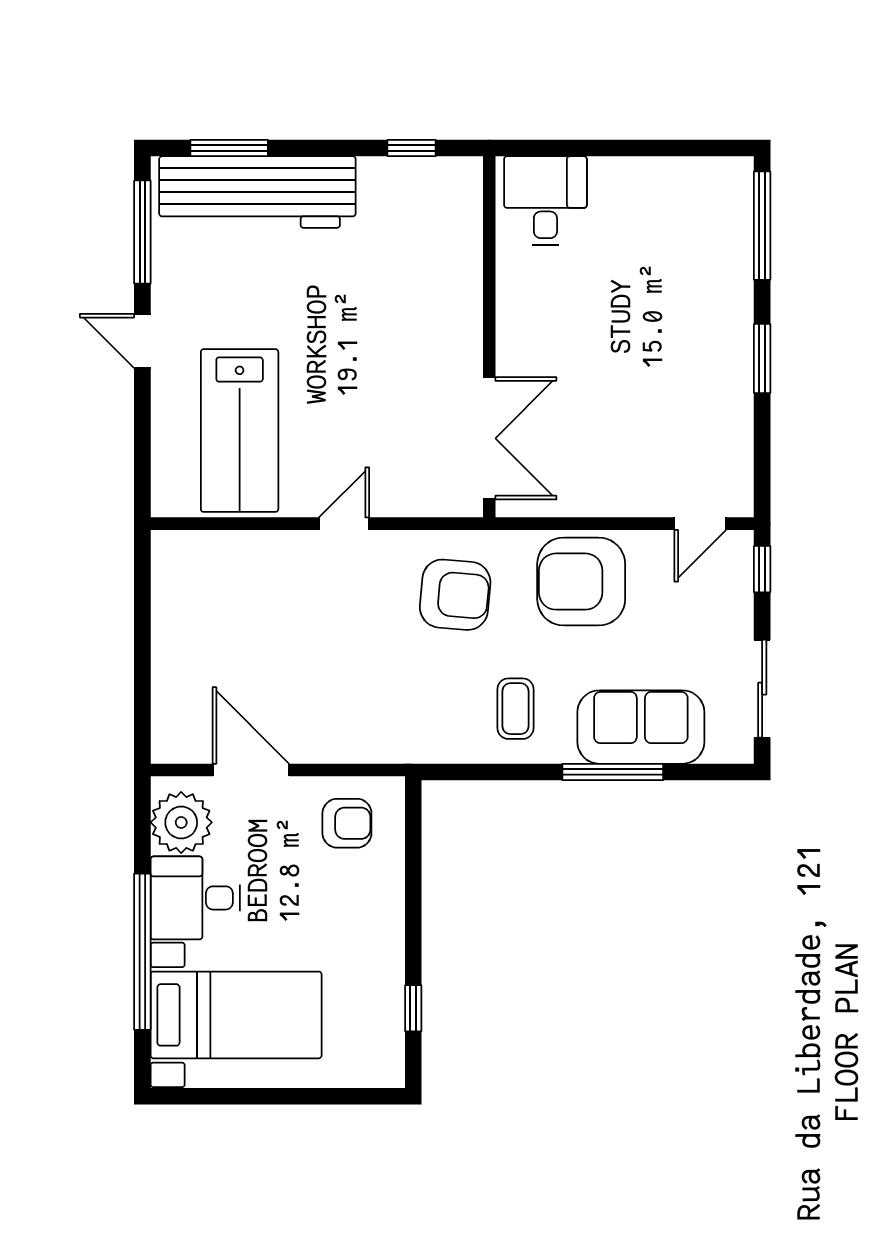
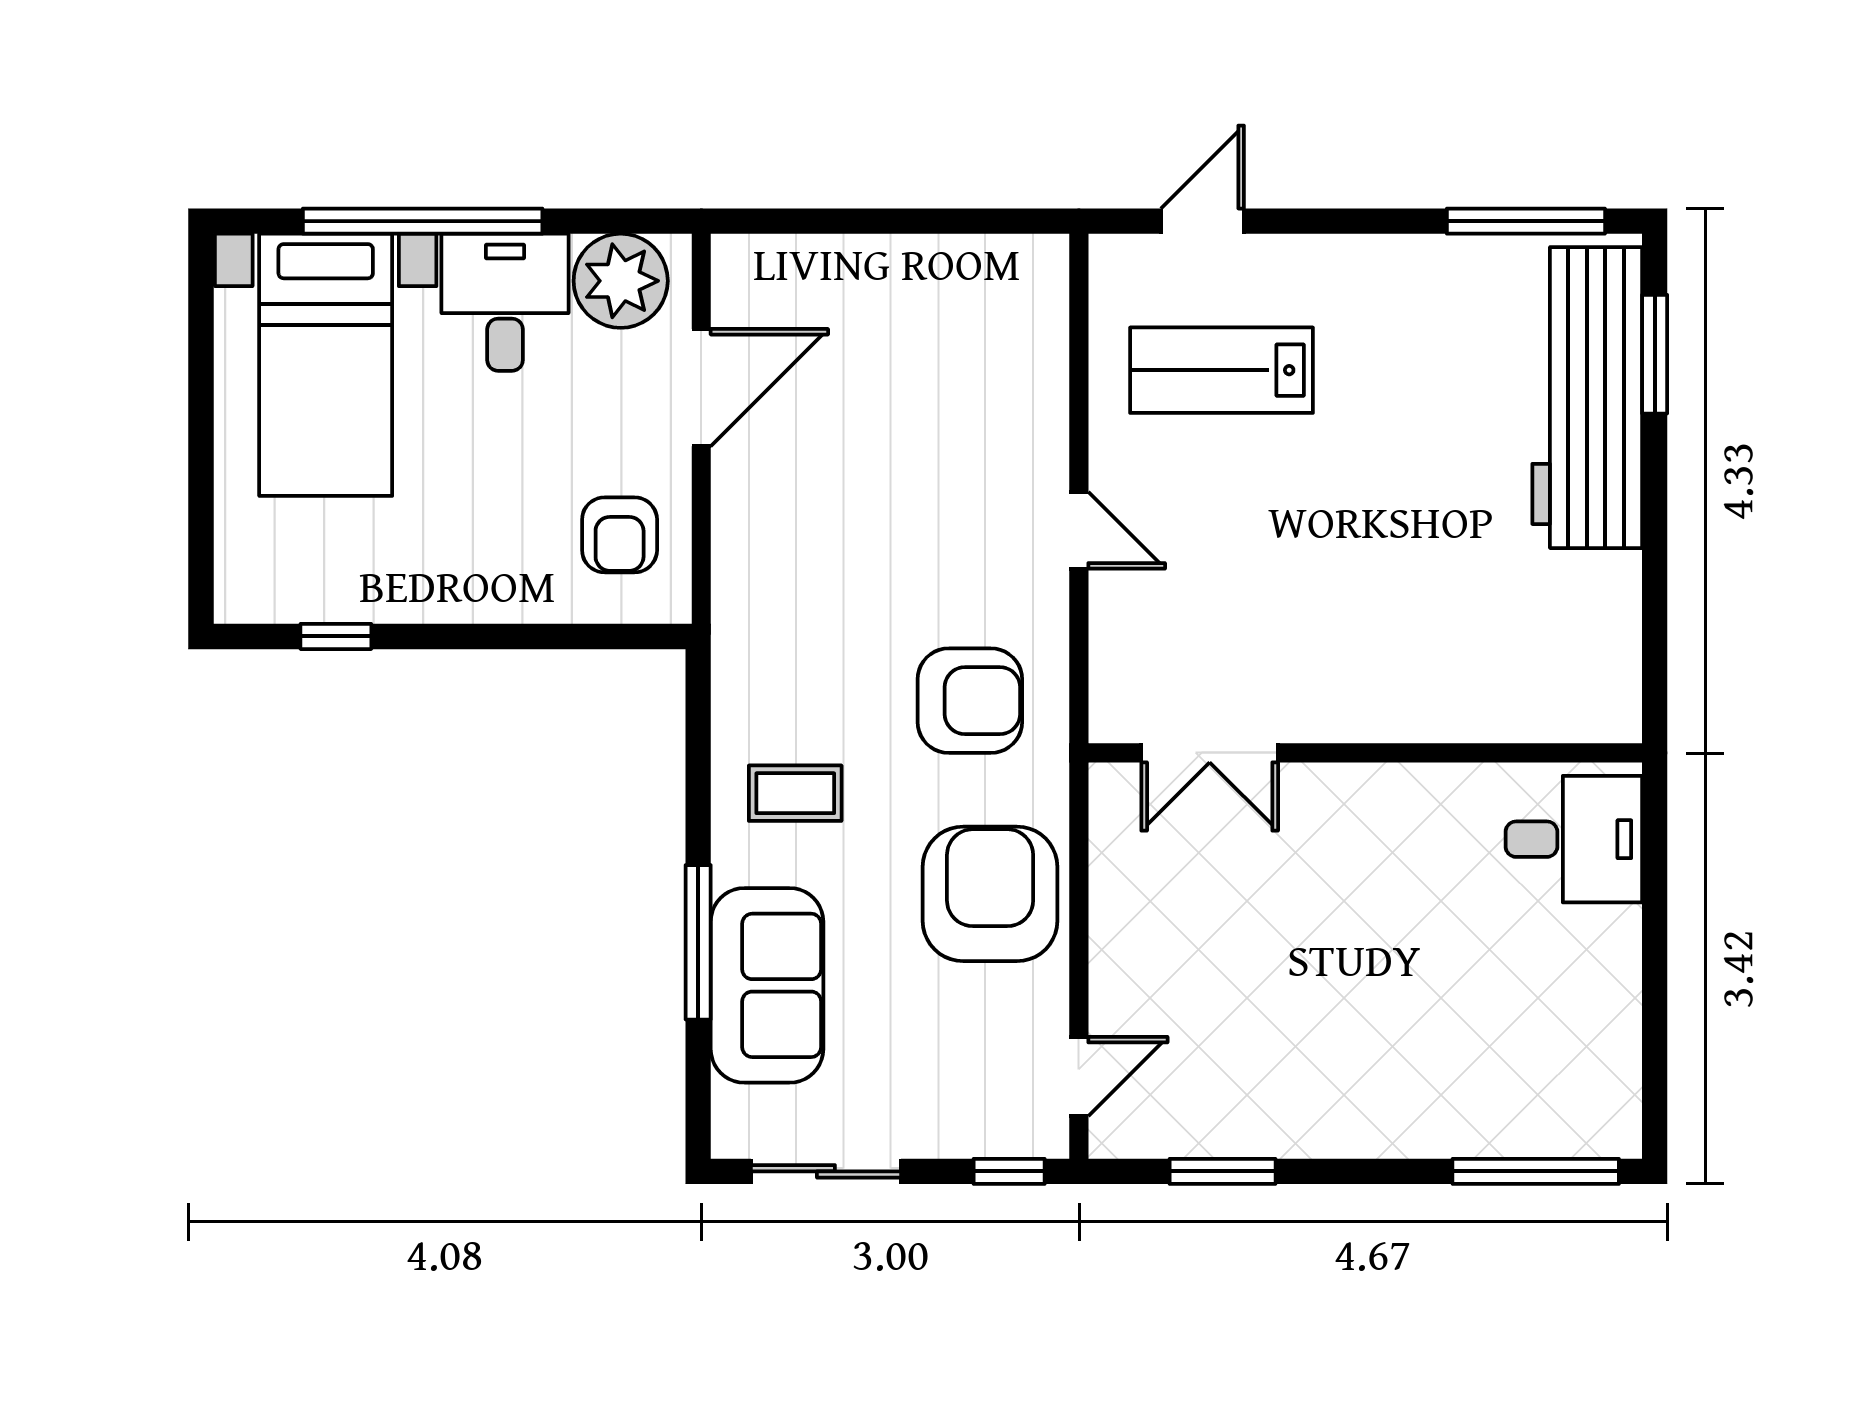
window: (412, 148) -> (1655, 634), removed
door: (142, 341) -> (1202, 221), moved
window: (762, 358) -> (1223, 1171), moved
lab bench: (240, 431) -> (1222, 370), width x0.73, depth x0.72
double door: (489, 438) -> (1210, 753), width x0.73
door: (700, 524) -> (1079, 1076), swing flipped
armchair: (455, 595) -> (970, 701), turned -95

